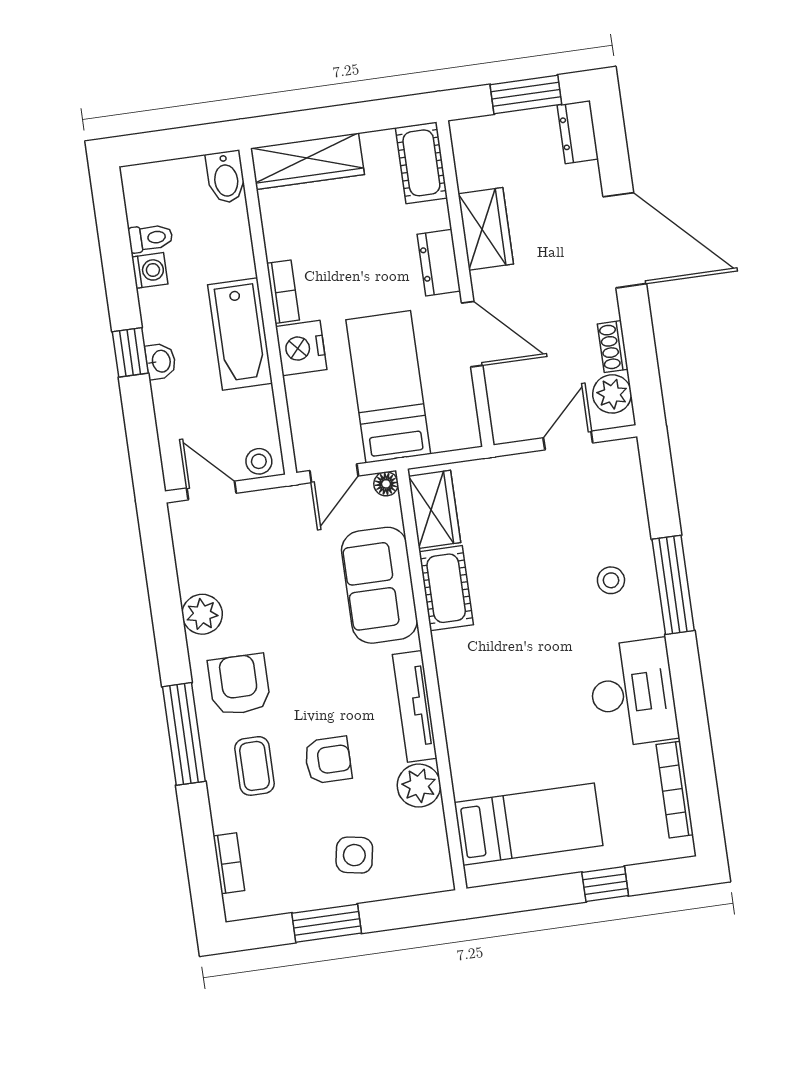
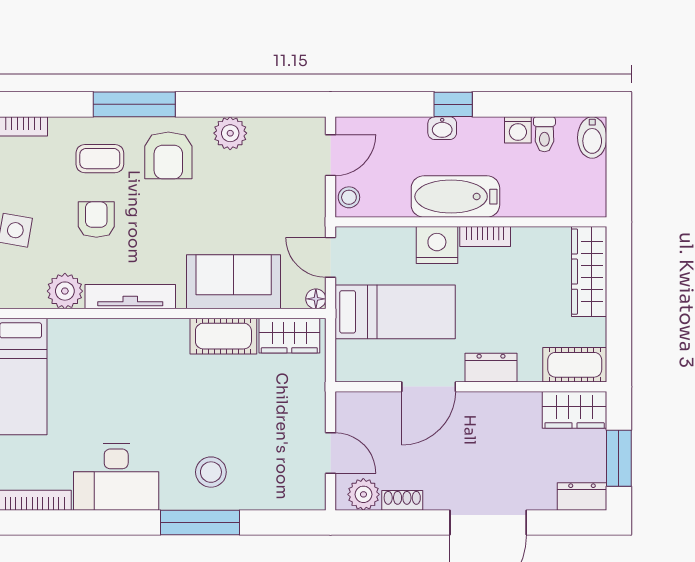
bidet: (226, 177) -> (592, 138), moved, turned -90
wardrobe: (486, 229) -> (575, 410), moved
stool: (611, 580) -> (211, 472), width x1.37, depth x1.37
armchair: (239, 685) -> (168, 155), turned 90
armchair: (328, 760) -> (96, 220), turned 180

